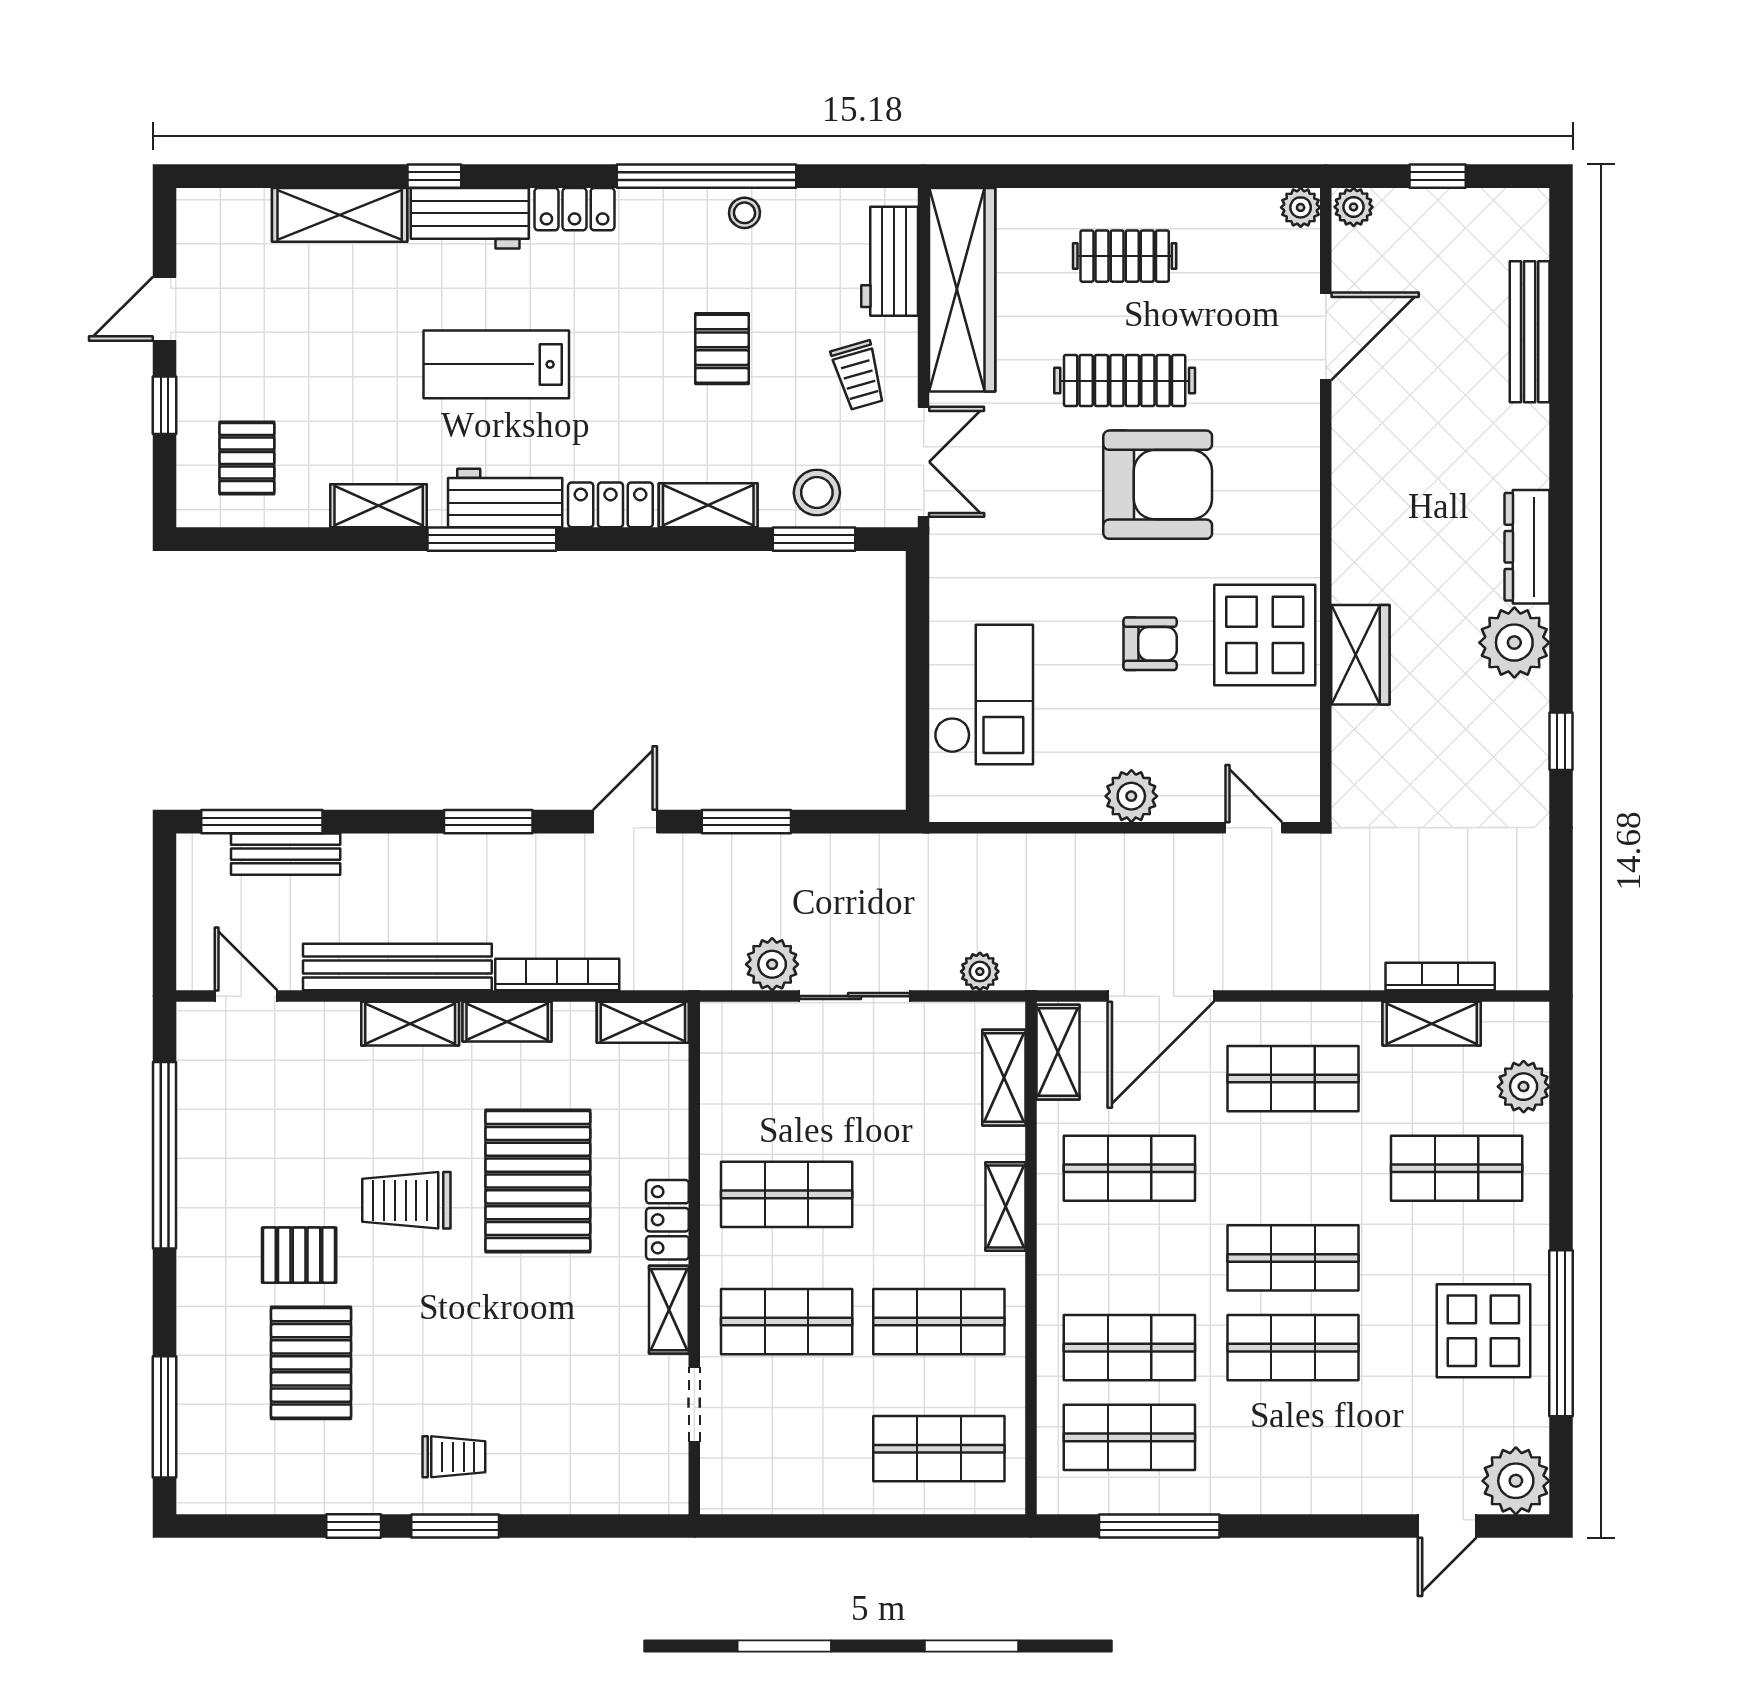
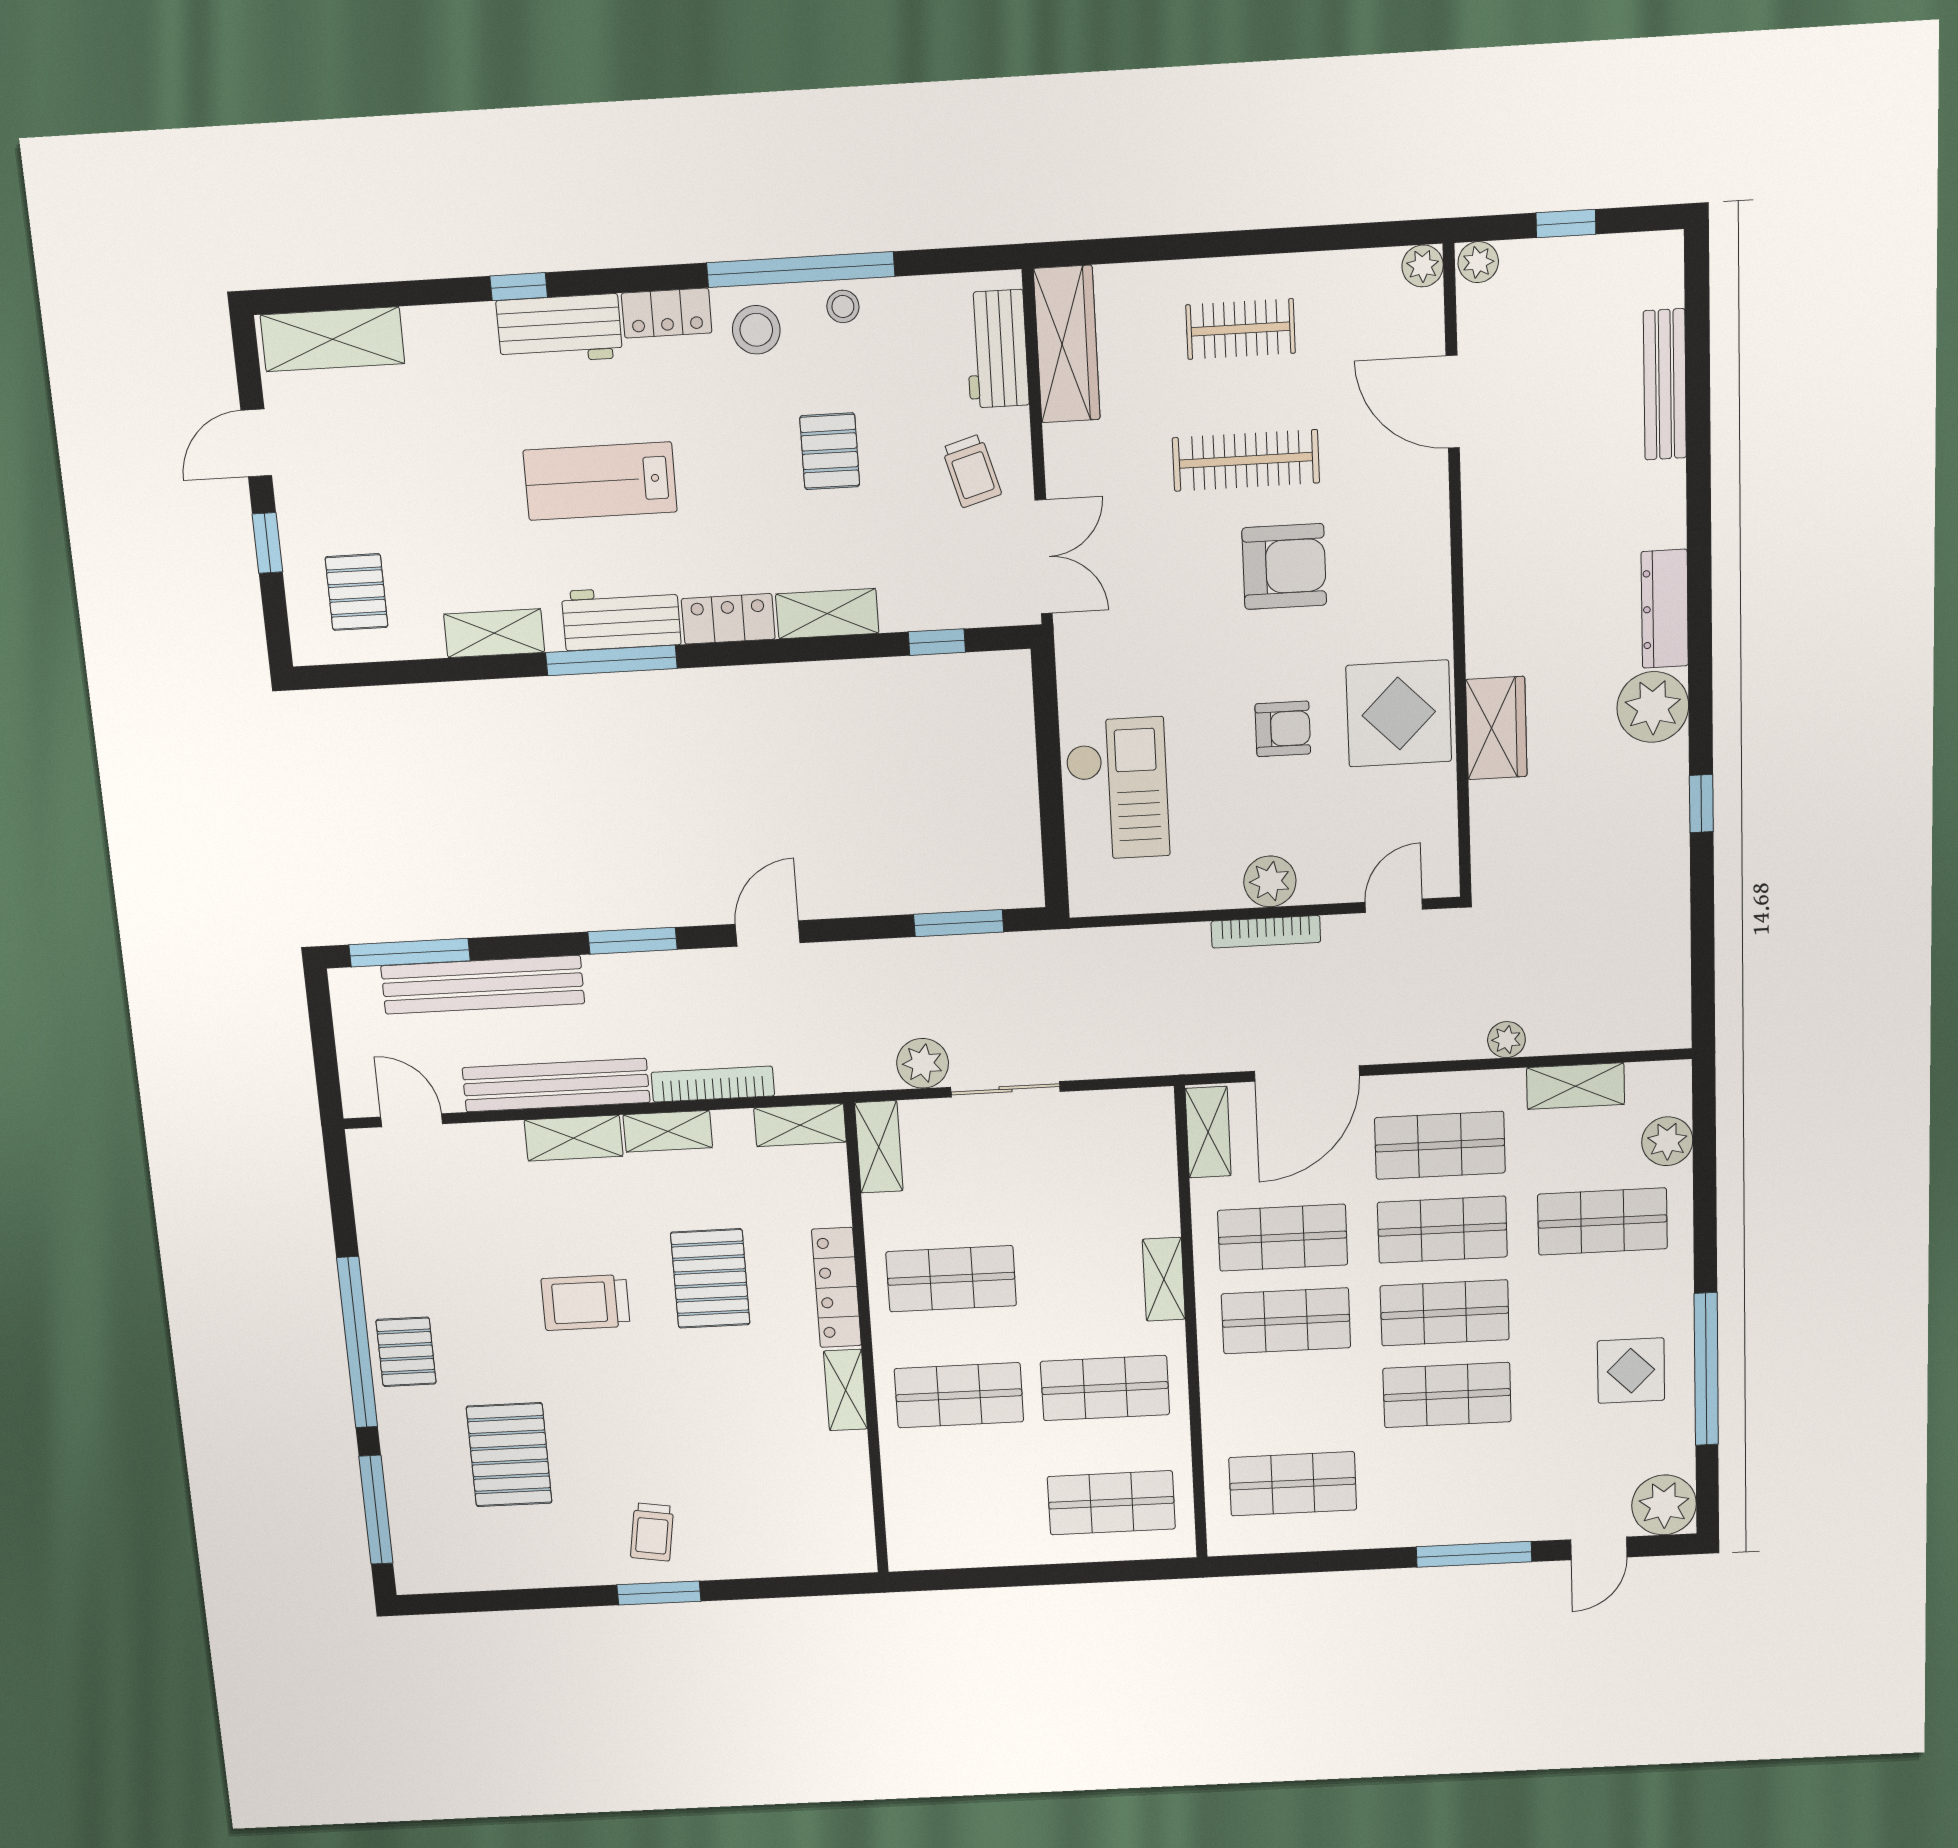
shelving: (340, 215) -> (332, 339), moved
wardrobe: (962, 290) -> (1067, 344), width x0.71, depth x0.85
door: (1326, 336) -> (1453, 402), swing flipped
armchair: (1158, 485) -> (1284, 567), width x0.73, depth x0.73
stool: (817, 493) -> (756, 330), moved
window: (814, 539) -> (937, 642), width x0.67
window: (746, 822) -> (959, 923), moved
door: (1254, 828) -> (1394, 906), hinge flipped
bench: (286, 854) -> (483, 985), width x1.86, depth x1.21
plant: (980, 972) -> (1506, 1040), moved
bookcase: (1440, 977) -> (1266, 932), moved, turned 180
shelving: (1004, 1078) -> (879, 1147), moved
window: (164, 1155) -> (357, 1342), moved
shop shelf: (1293, 1168) -> (1442, 1230), added
pallet: (538, 1181) -> (710, 1278), width x0.73, depth x0.71
locker: (667, 1220) -> (836, 1287), width x1.53
pallet: (299, 1255) -> (406, 1352), moved, turned 90
display table: (1483, 1331) -> (1631, 1371), width x0.73, depth x0.73
shop shelf: (1129, 1348) -> (1286, 1321), moved
doorway: (694, 1405) -> (876, 1474), removed
trolley: (454, 1457) -> (652, 1532), turned 99
window: (354, 1526) -> (564, 1598), removed
window: (1159, 1526) -> (1474, 1554), moved

